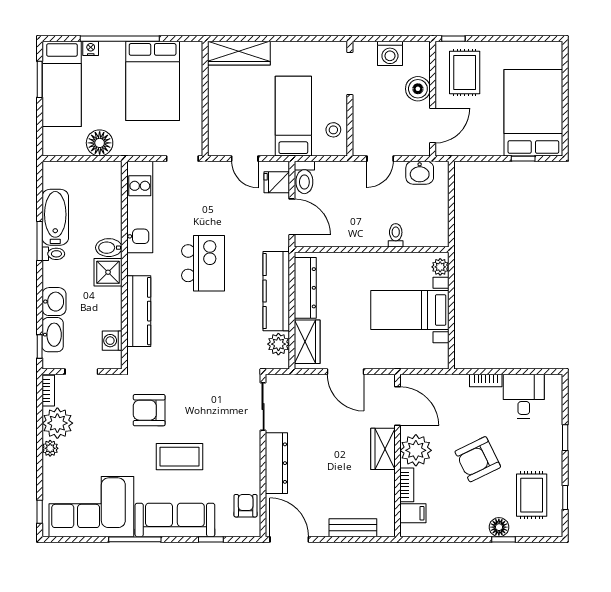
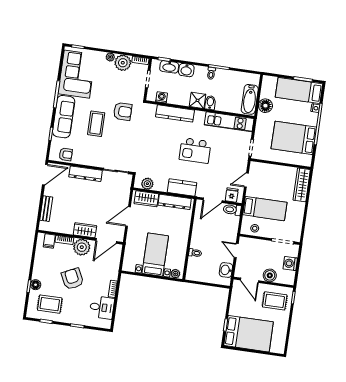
bathtub: (55, 217) -> (250, 99), moved, turned 90
kitchen counter: (276, 291) -> (182, 187), width x0.67
armchair: (149, 410) -> (123, 111), turned 90

